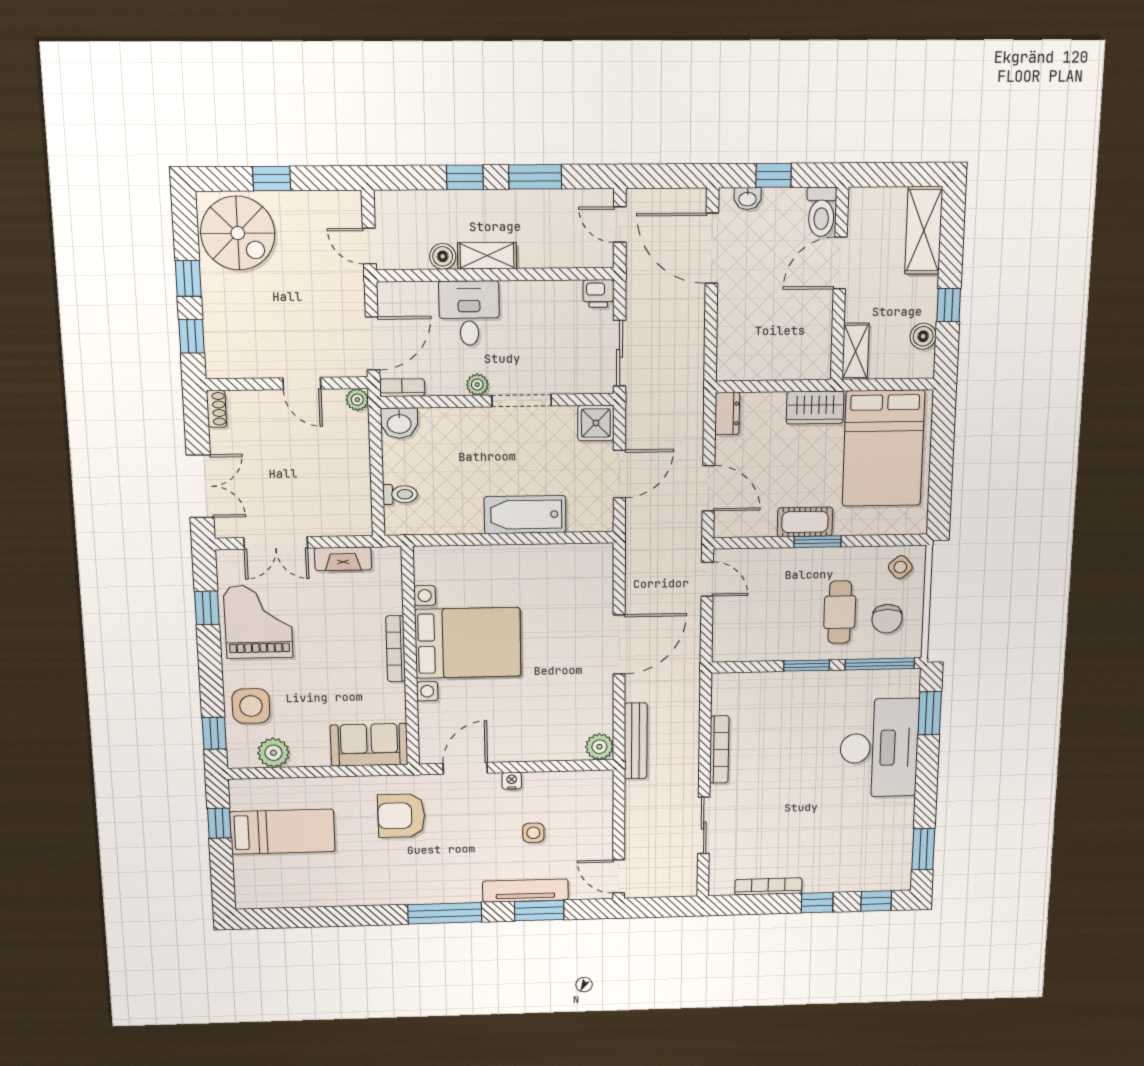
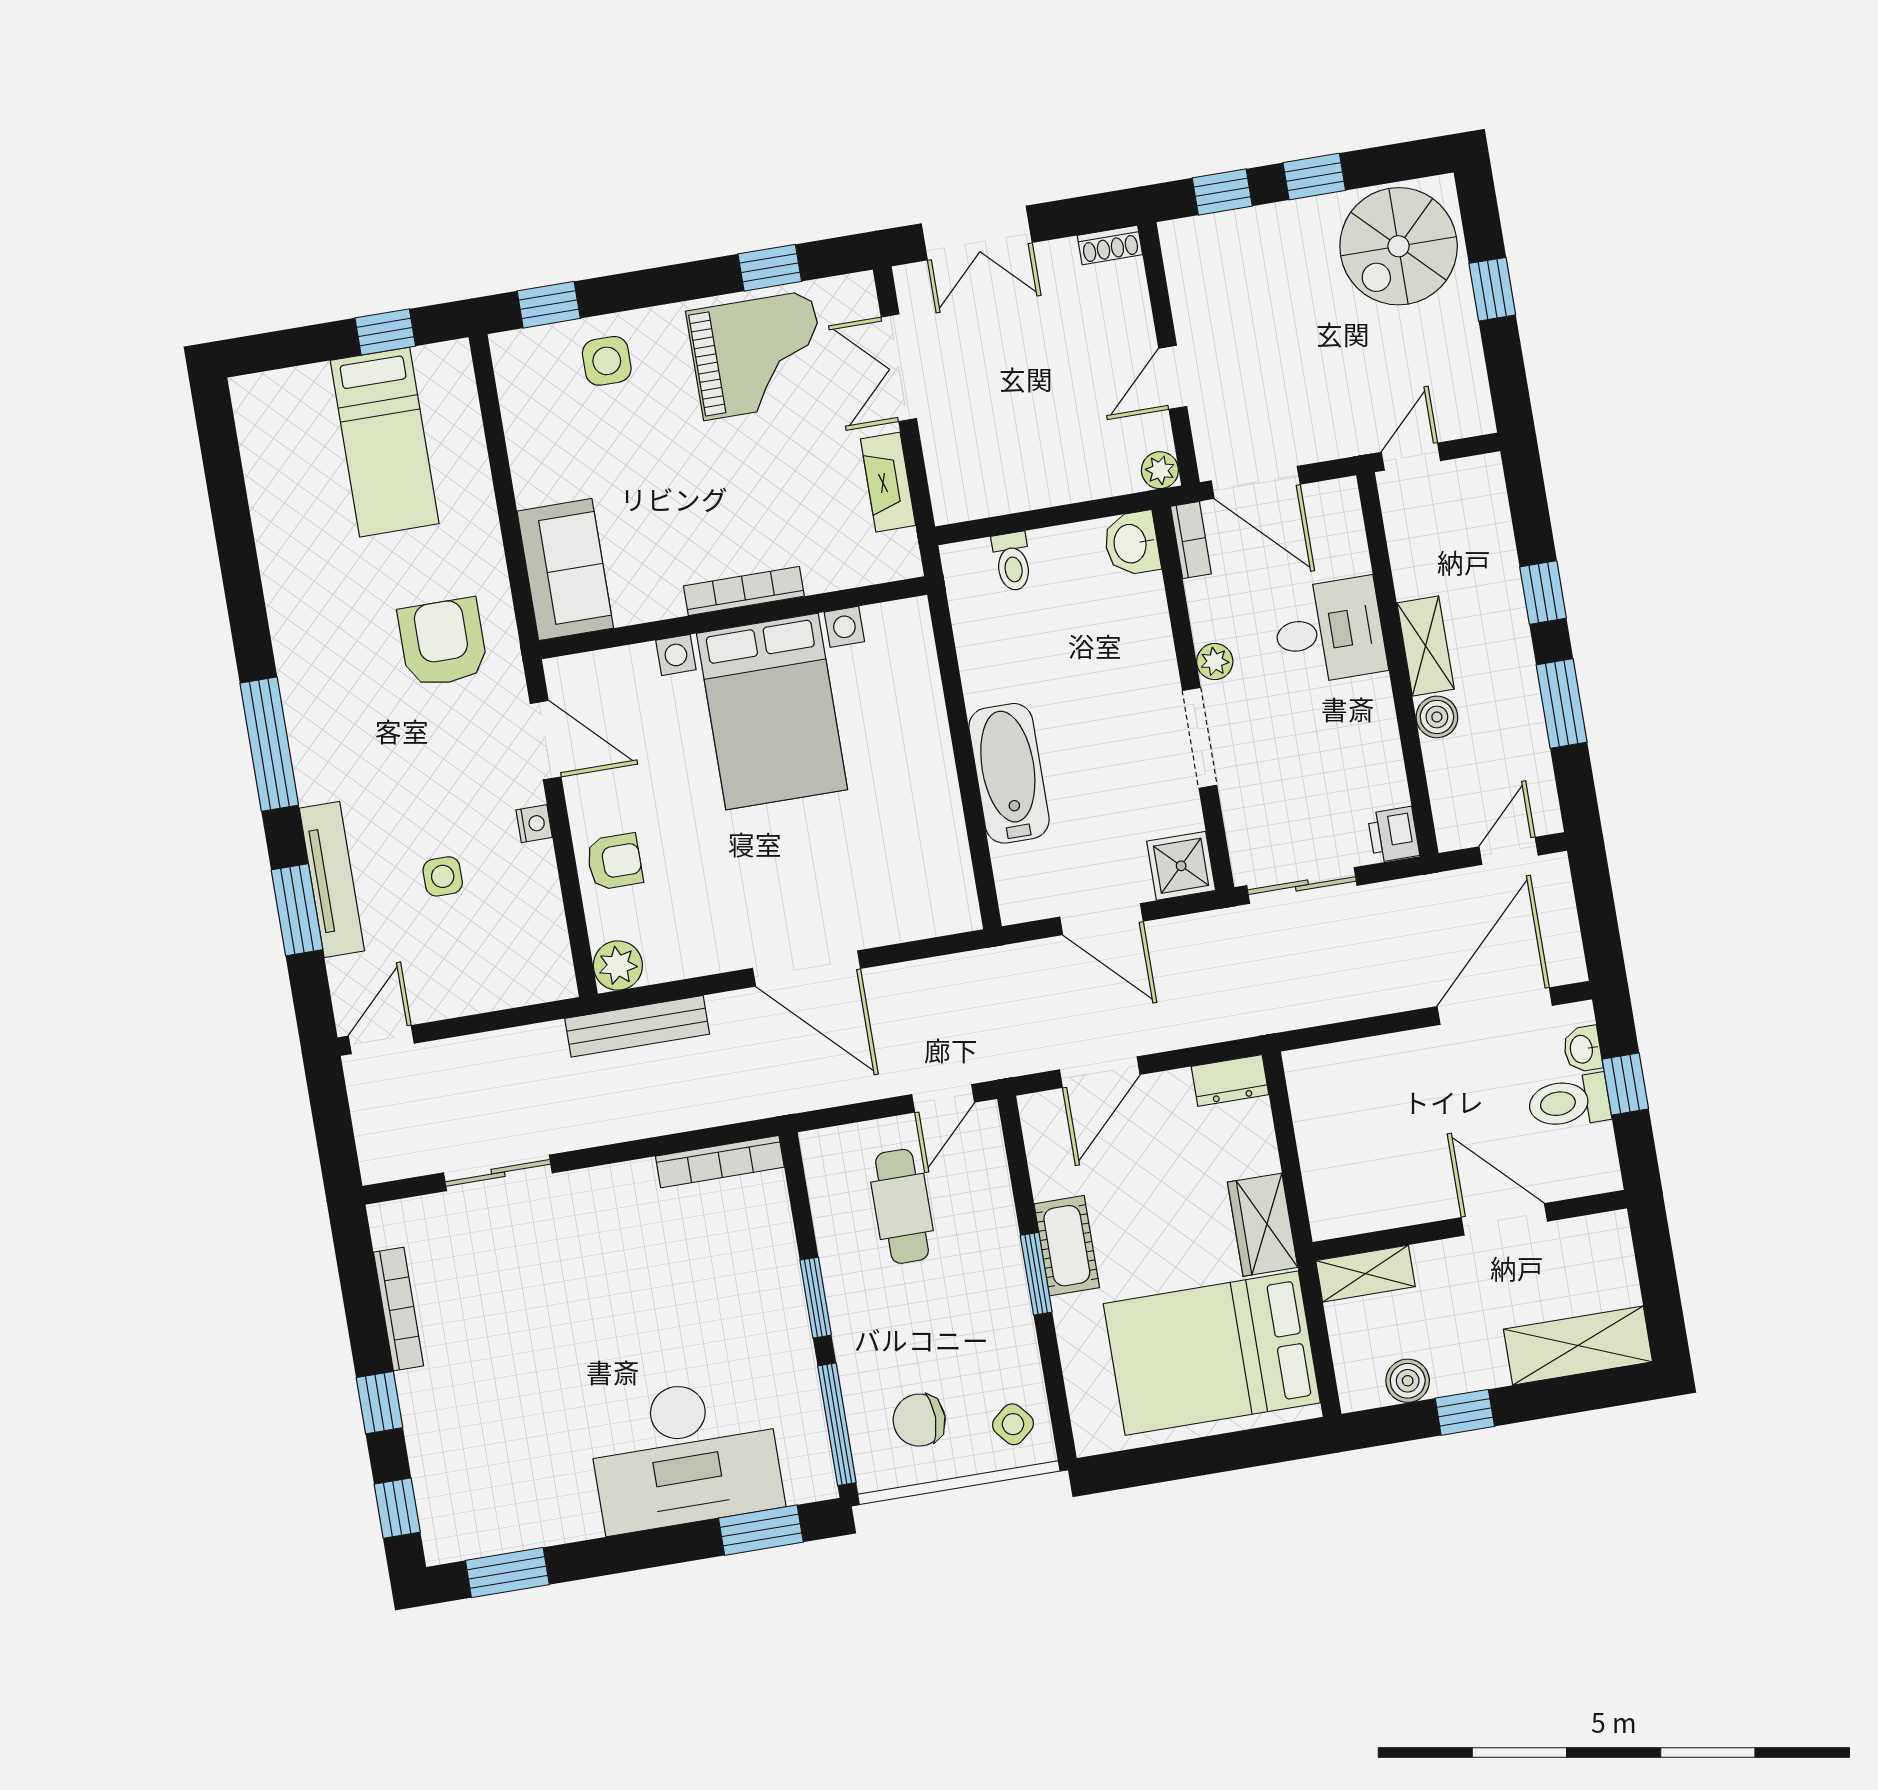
toilet: (821, 212) -> (1569, 1102), moved
boiler: (443, 256) -> (1437, 717), moved
cafe table: (840, 612) -> (902, 1206), moved, turned 90
side table: (251, 706) -> (607, 361), width x0.73, depth x0.73
armchair: (540, 741) -> (615, 862), added
bookcase: (719, 750) -> (720, 1162), moved
plant: (273, 753) -> (528, 409), removed

